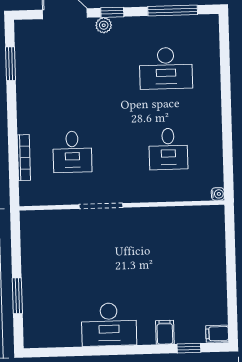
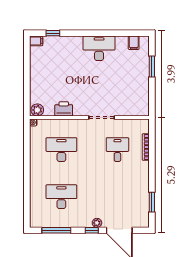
desk: (168, 149) -> (61, 150), width x1.37
plant: (212, 216) -> (37, 110), added
printer: (166, 219) -> (64, 109), added
filing cabinet: (165, 332) -> (134, 43), moved

